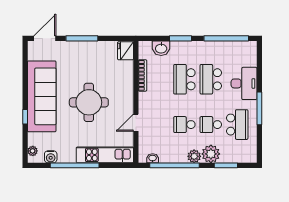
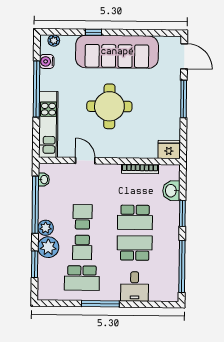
school desk: (184, 79) -> (135, 217), turned 180
desk: (244, 83) -> (135, 286), width x0.73
school desk: (211, 125) -> (82, 247), turned 180

